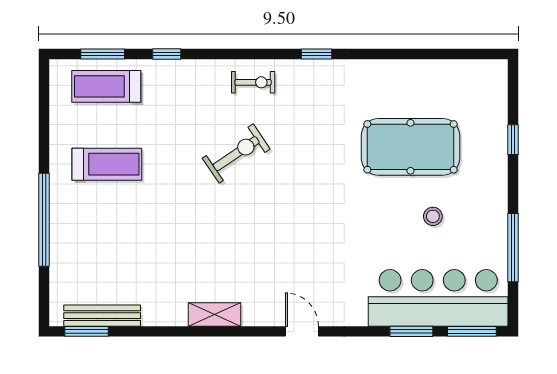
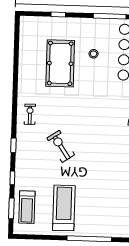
window: (316, 54) -> (13, 145), moved
exercise bike: (253, 82) -> (30, 114), moved
treadmill: (107, 164) -> (64, 208), width x1.37, depth x1.38

